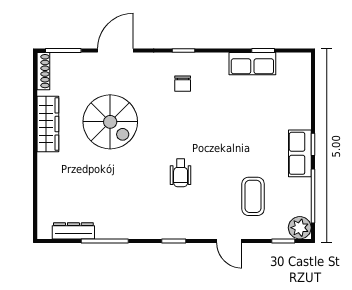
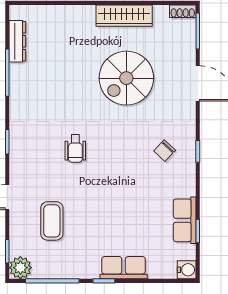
water cooler: (302, 62) -> (187, 270), added
shoe rack: (43, 71) -> (183, 11), width x0.70
chair: (183, 84) -> (165, 151), turned -47
row of seats: (300, 153) -> (124, 268), moved
wheelchair: (181, 173) -> (75, 148), turned -90
coffee table: (253, 196) -> (52, 221), turned 90

